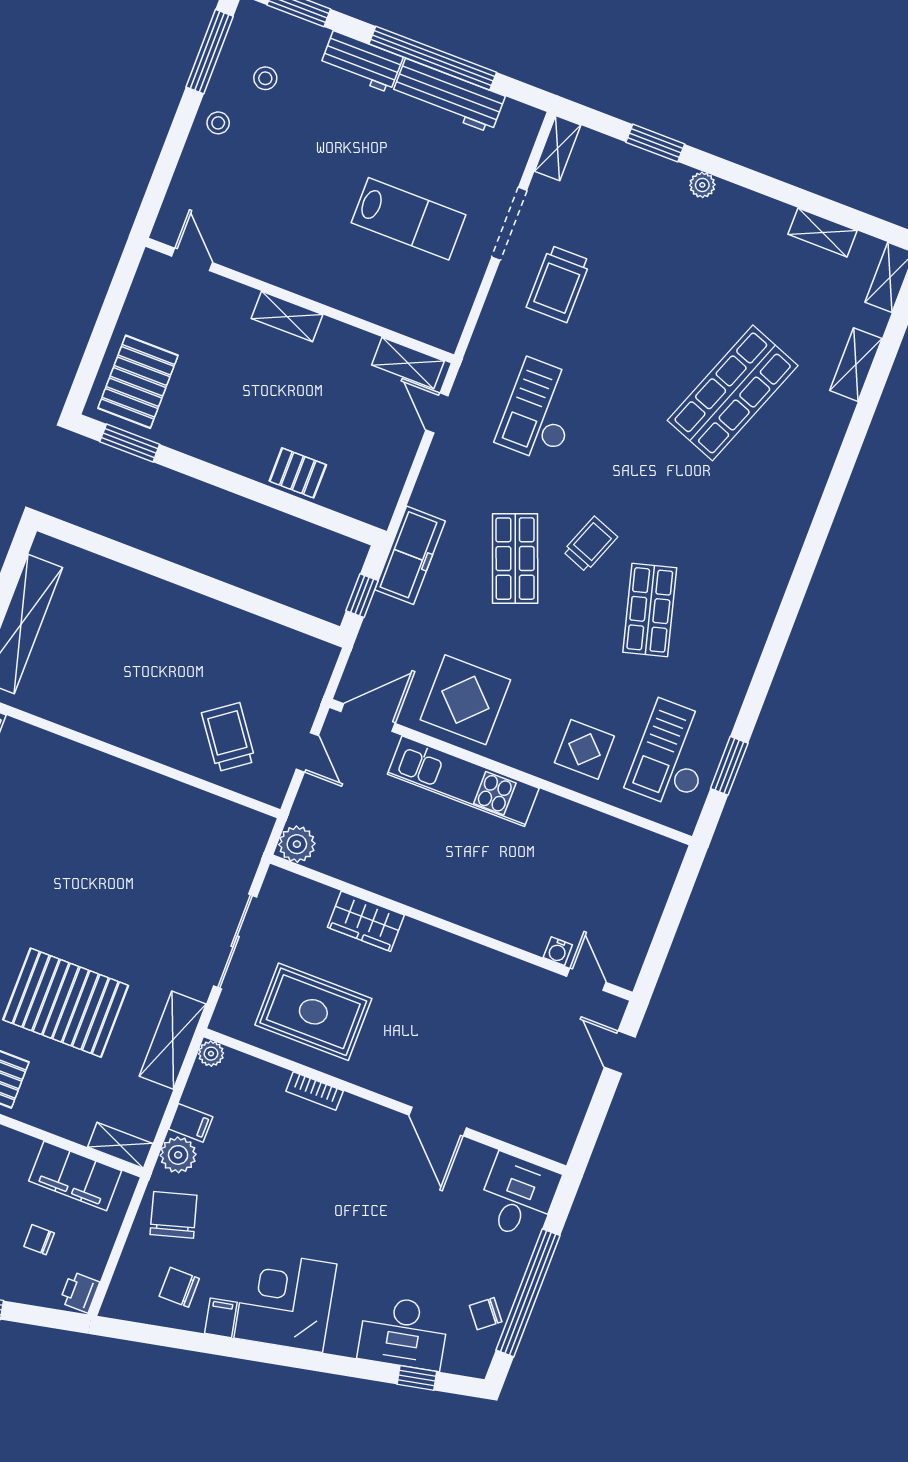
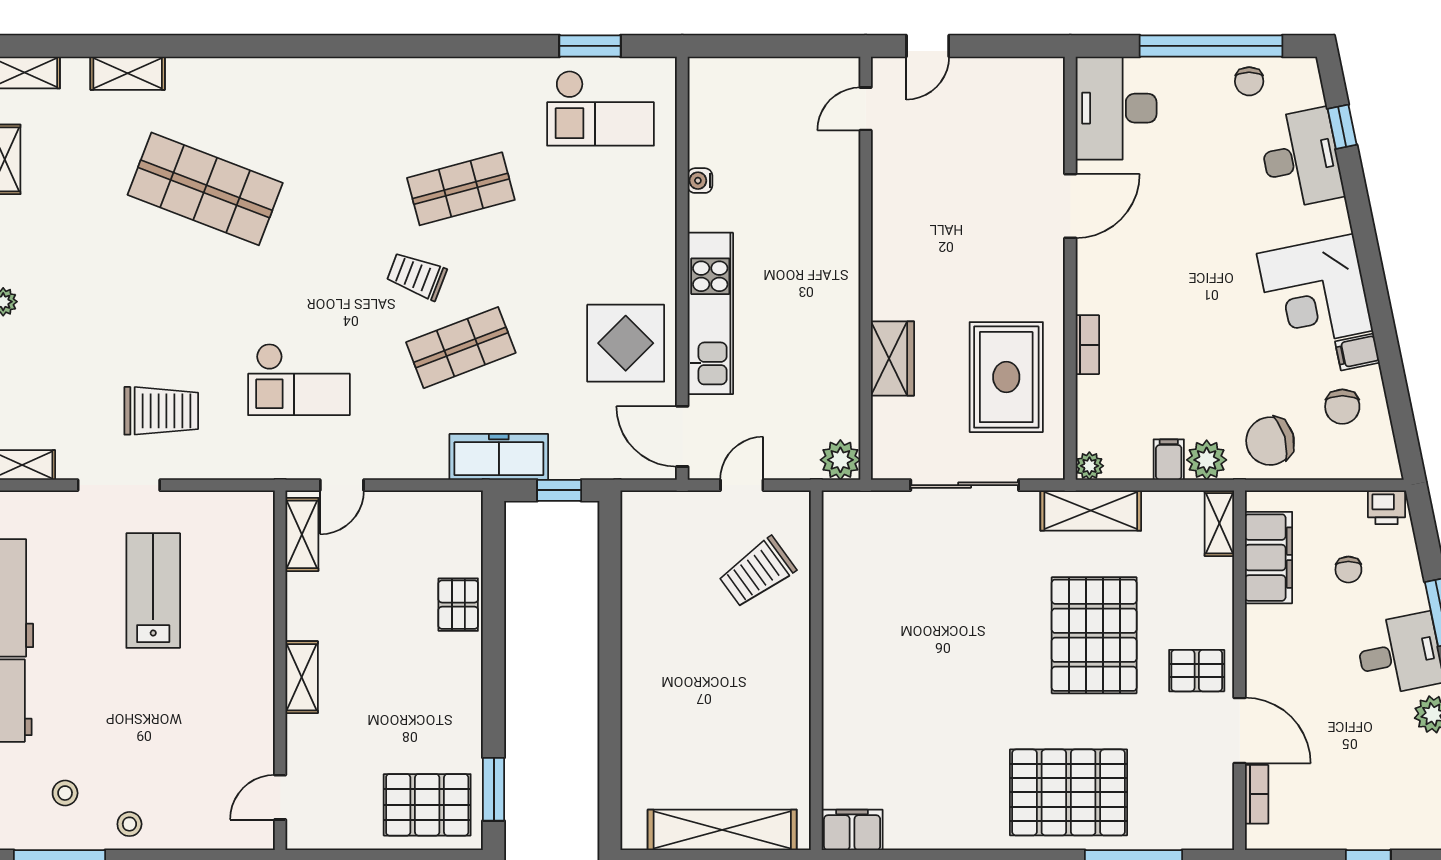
display table: (584, 749) -> (630, 201), removed
water cooler: (558, 951) -> (700, 181), moved, turned 180
desk: (518, 1197) -> (1116, 108), width x1.37
chair: (486, 1314) -> (1249, 81), turned 39

